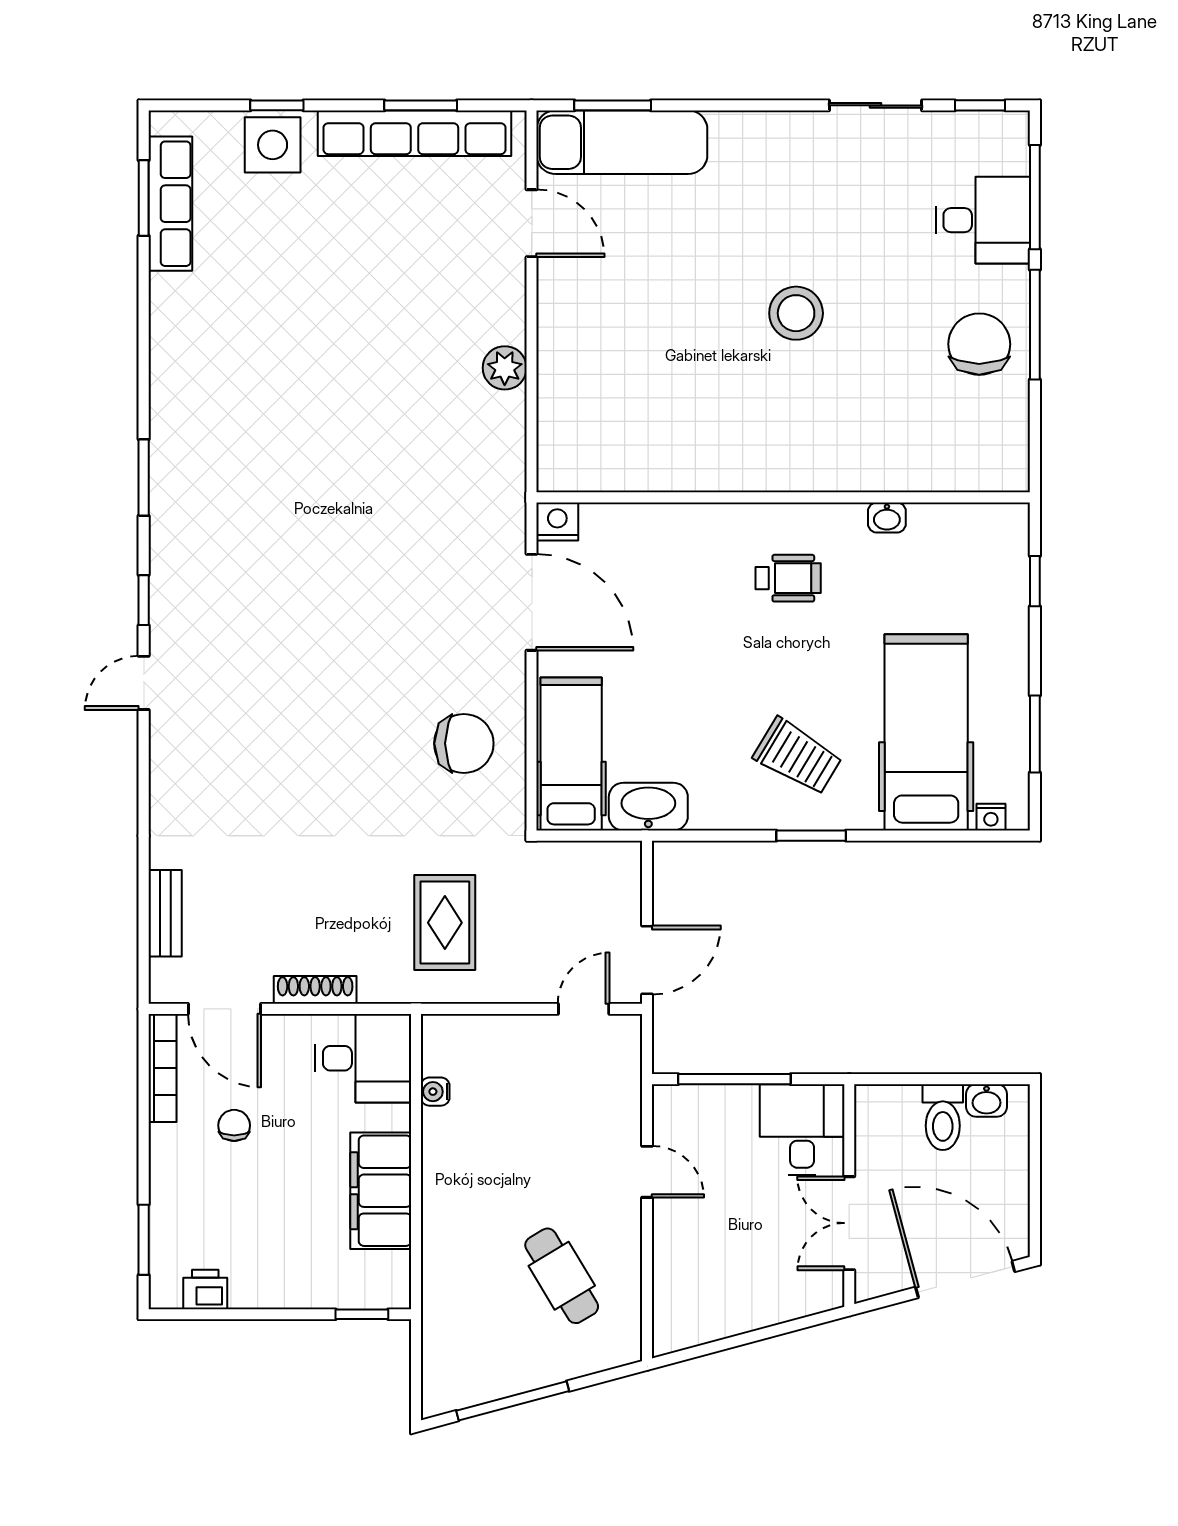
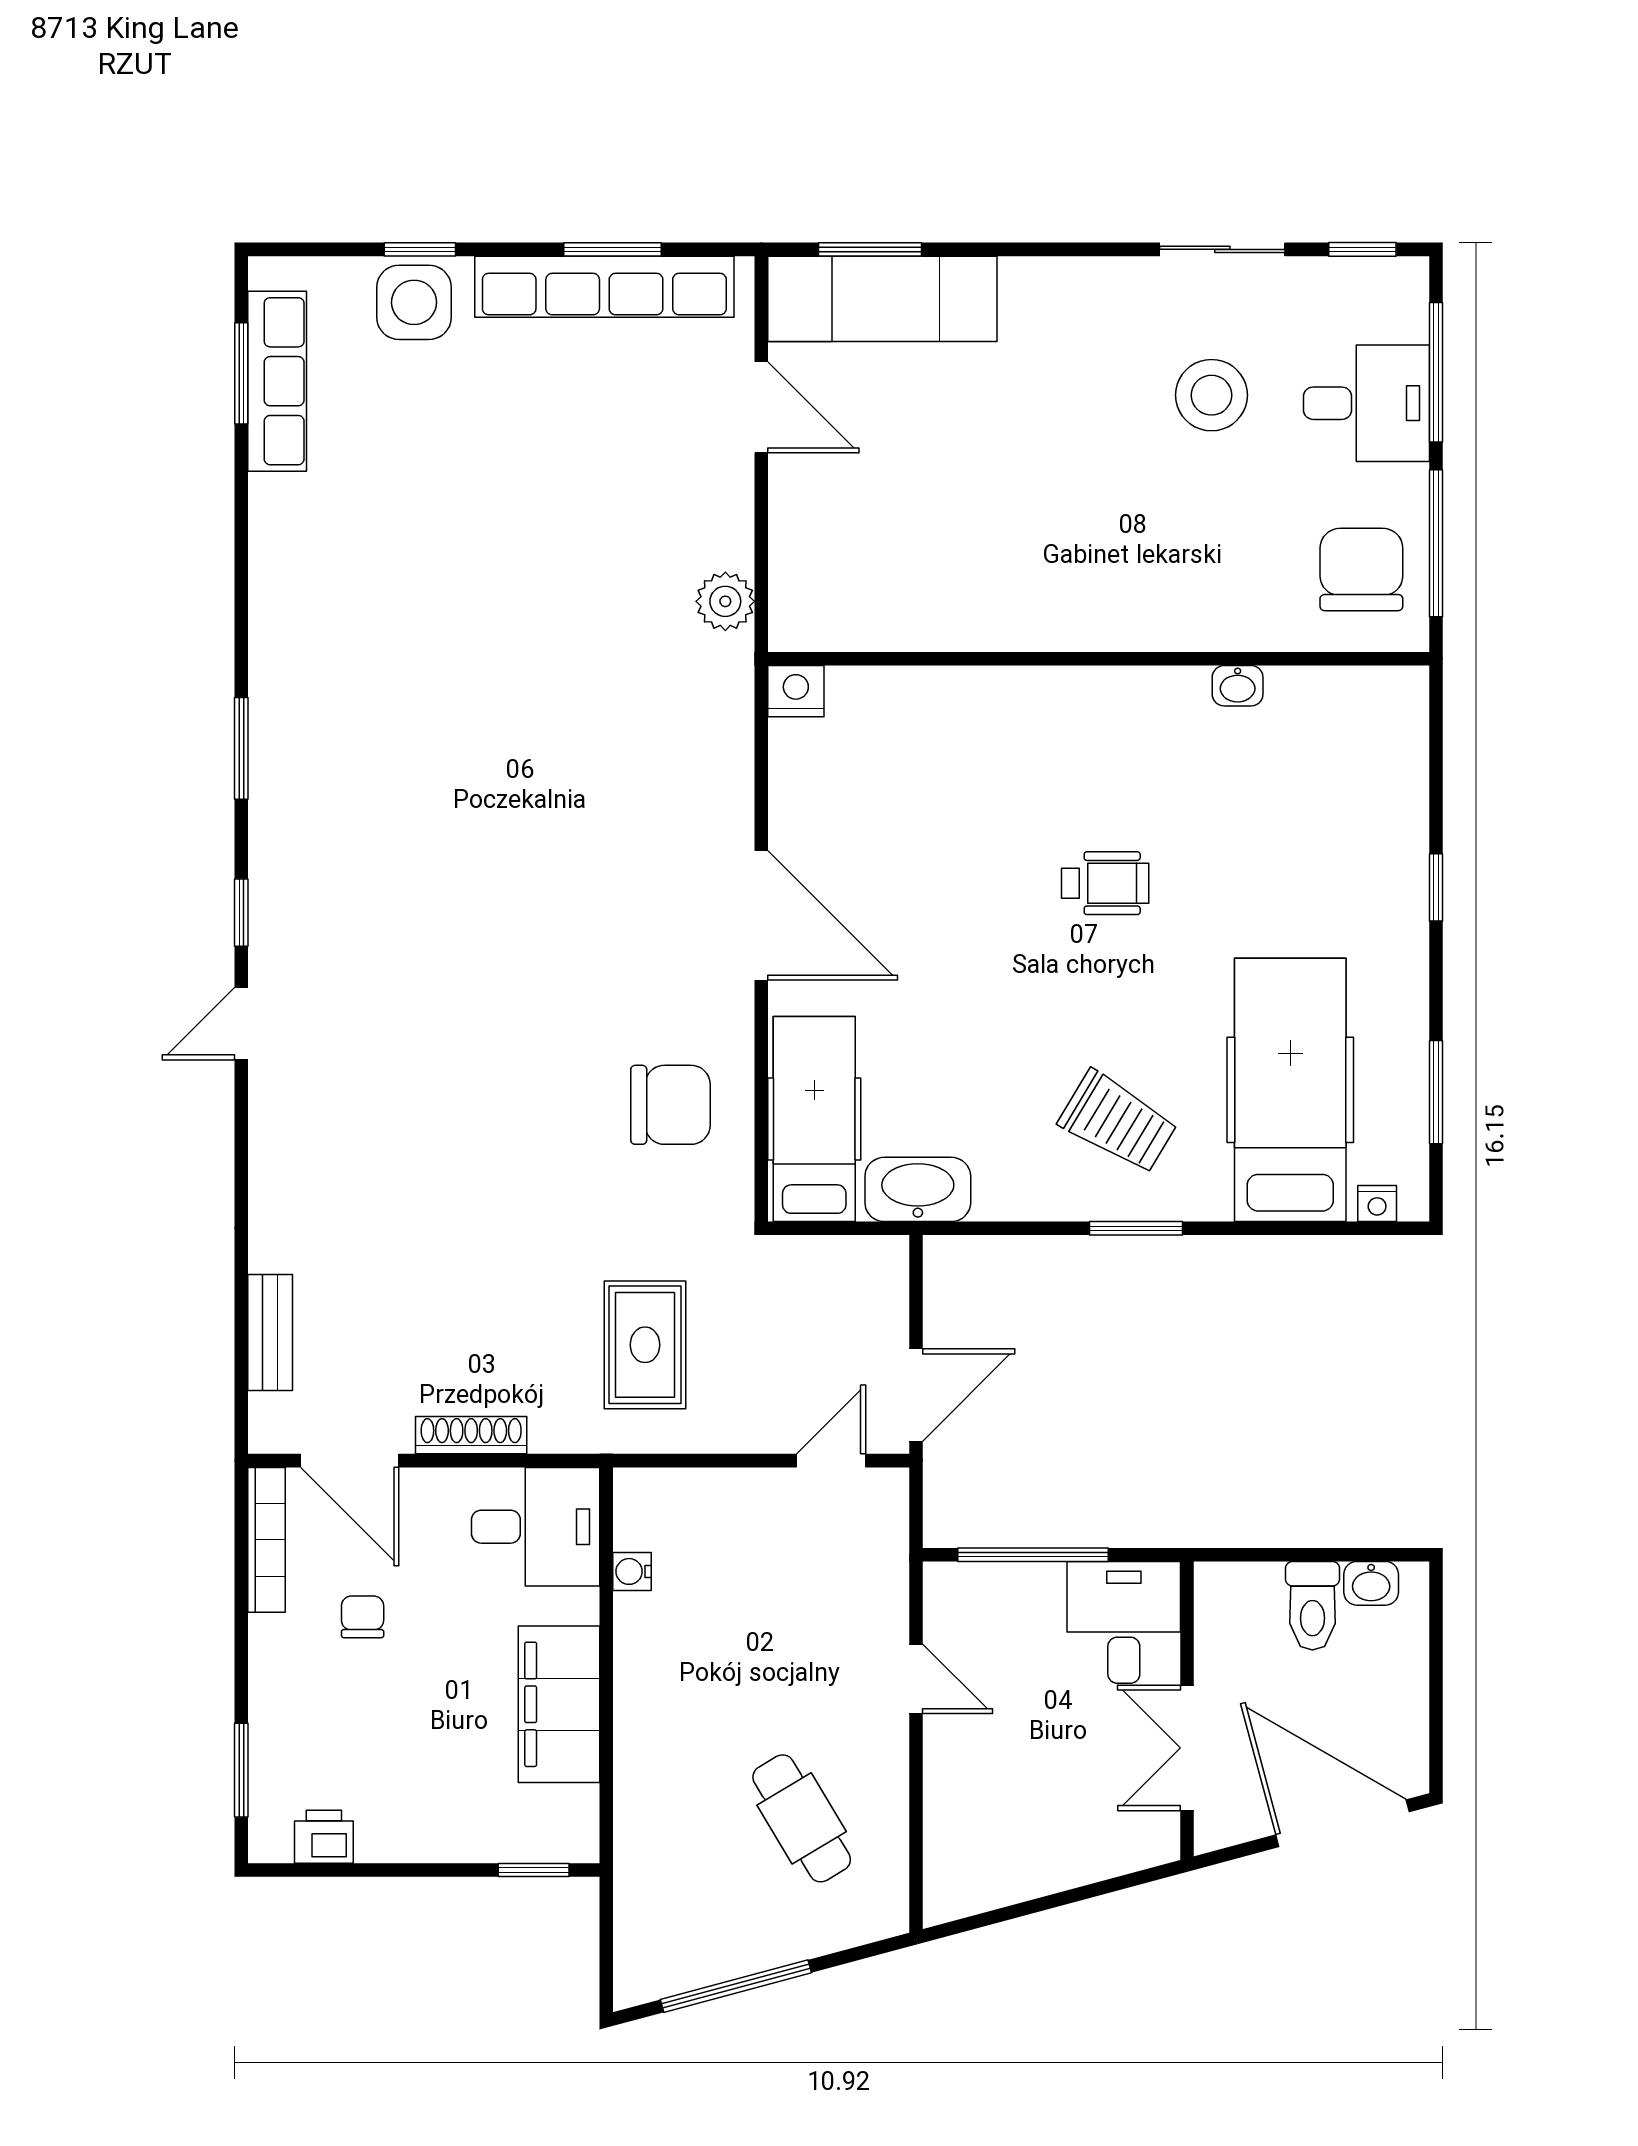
stool: (796, 313) -> (1211, 395), moved
wall: (783, 497) -> (1099, 659), moved
washbasin: (887, 518) -> (1238, 686), moved
nightstand: (557, 521) -> (796, 691), moved

